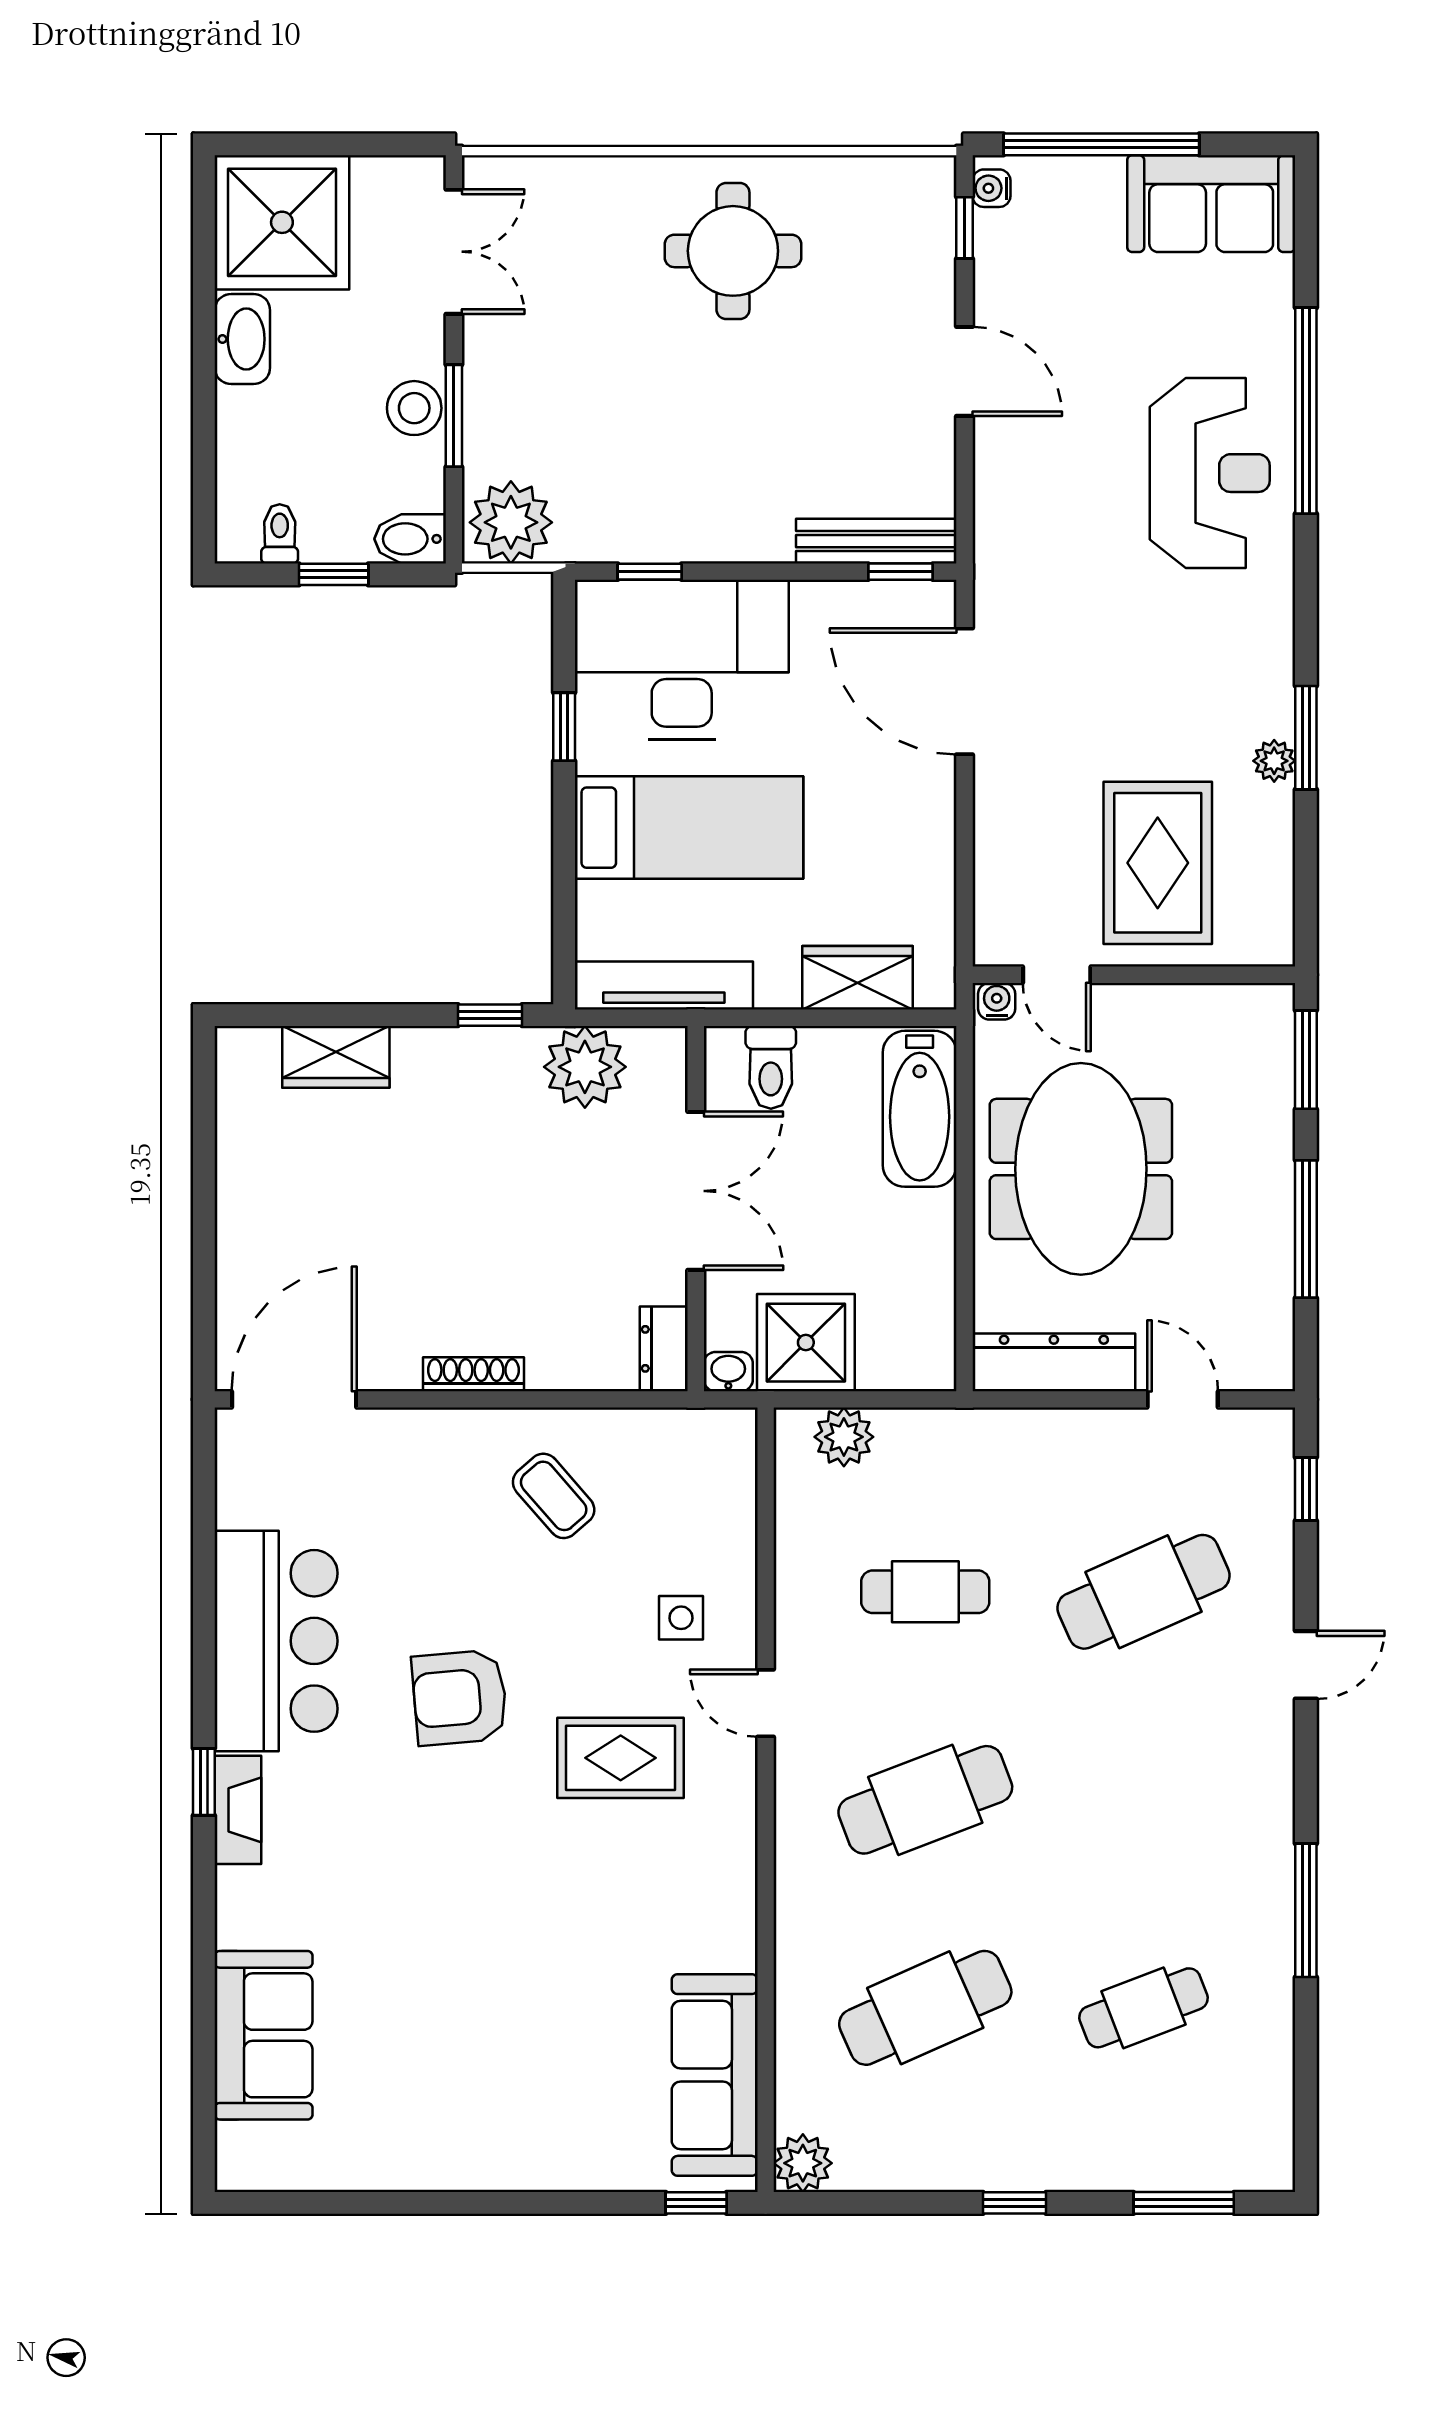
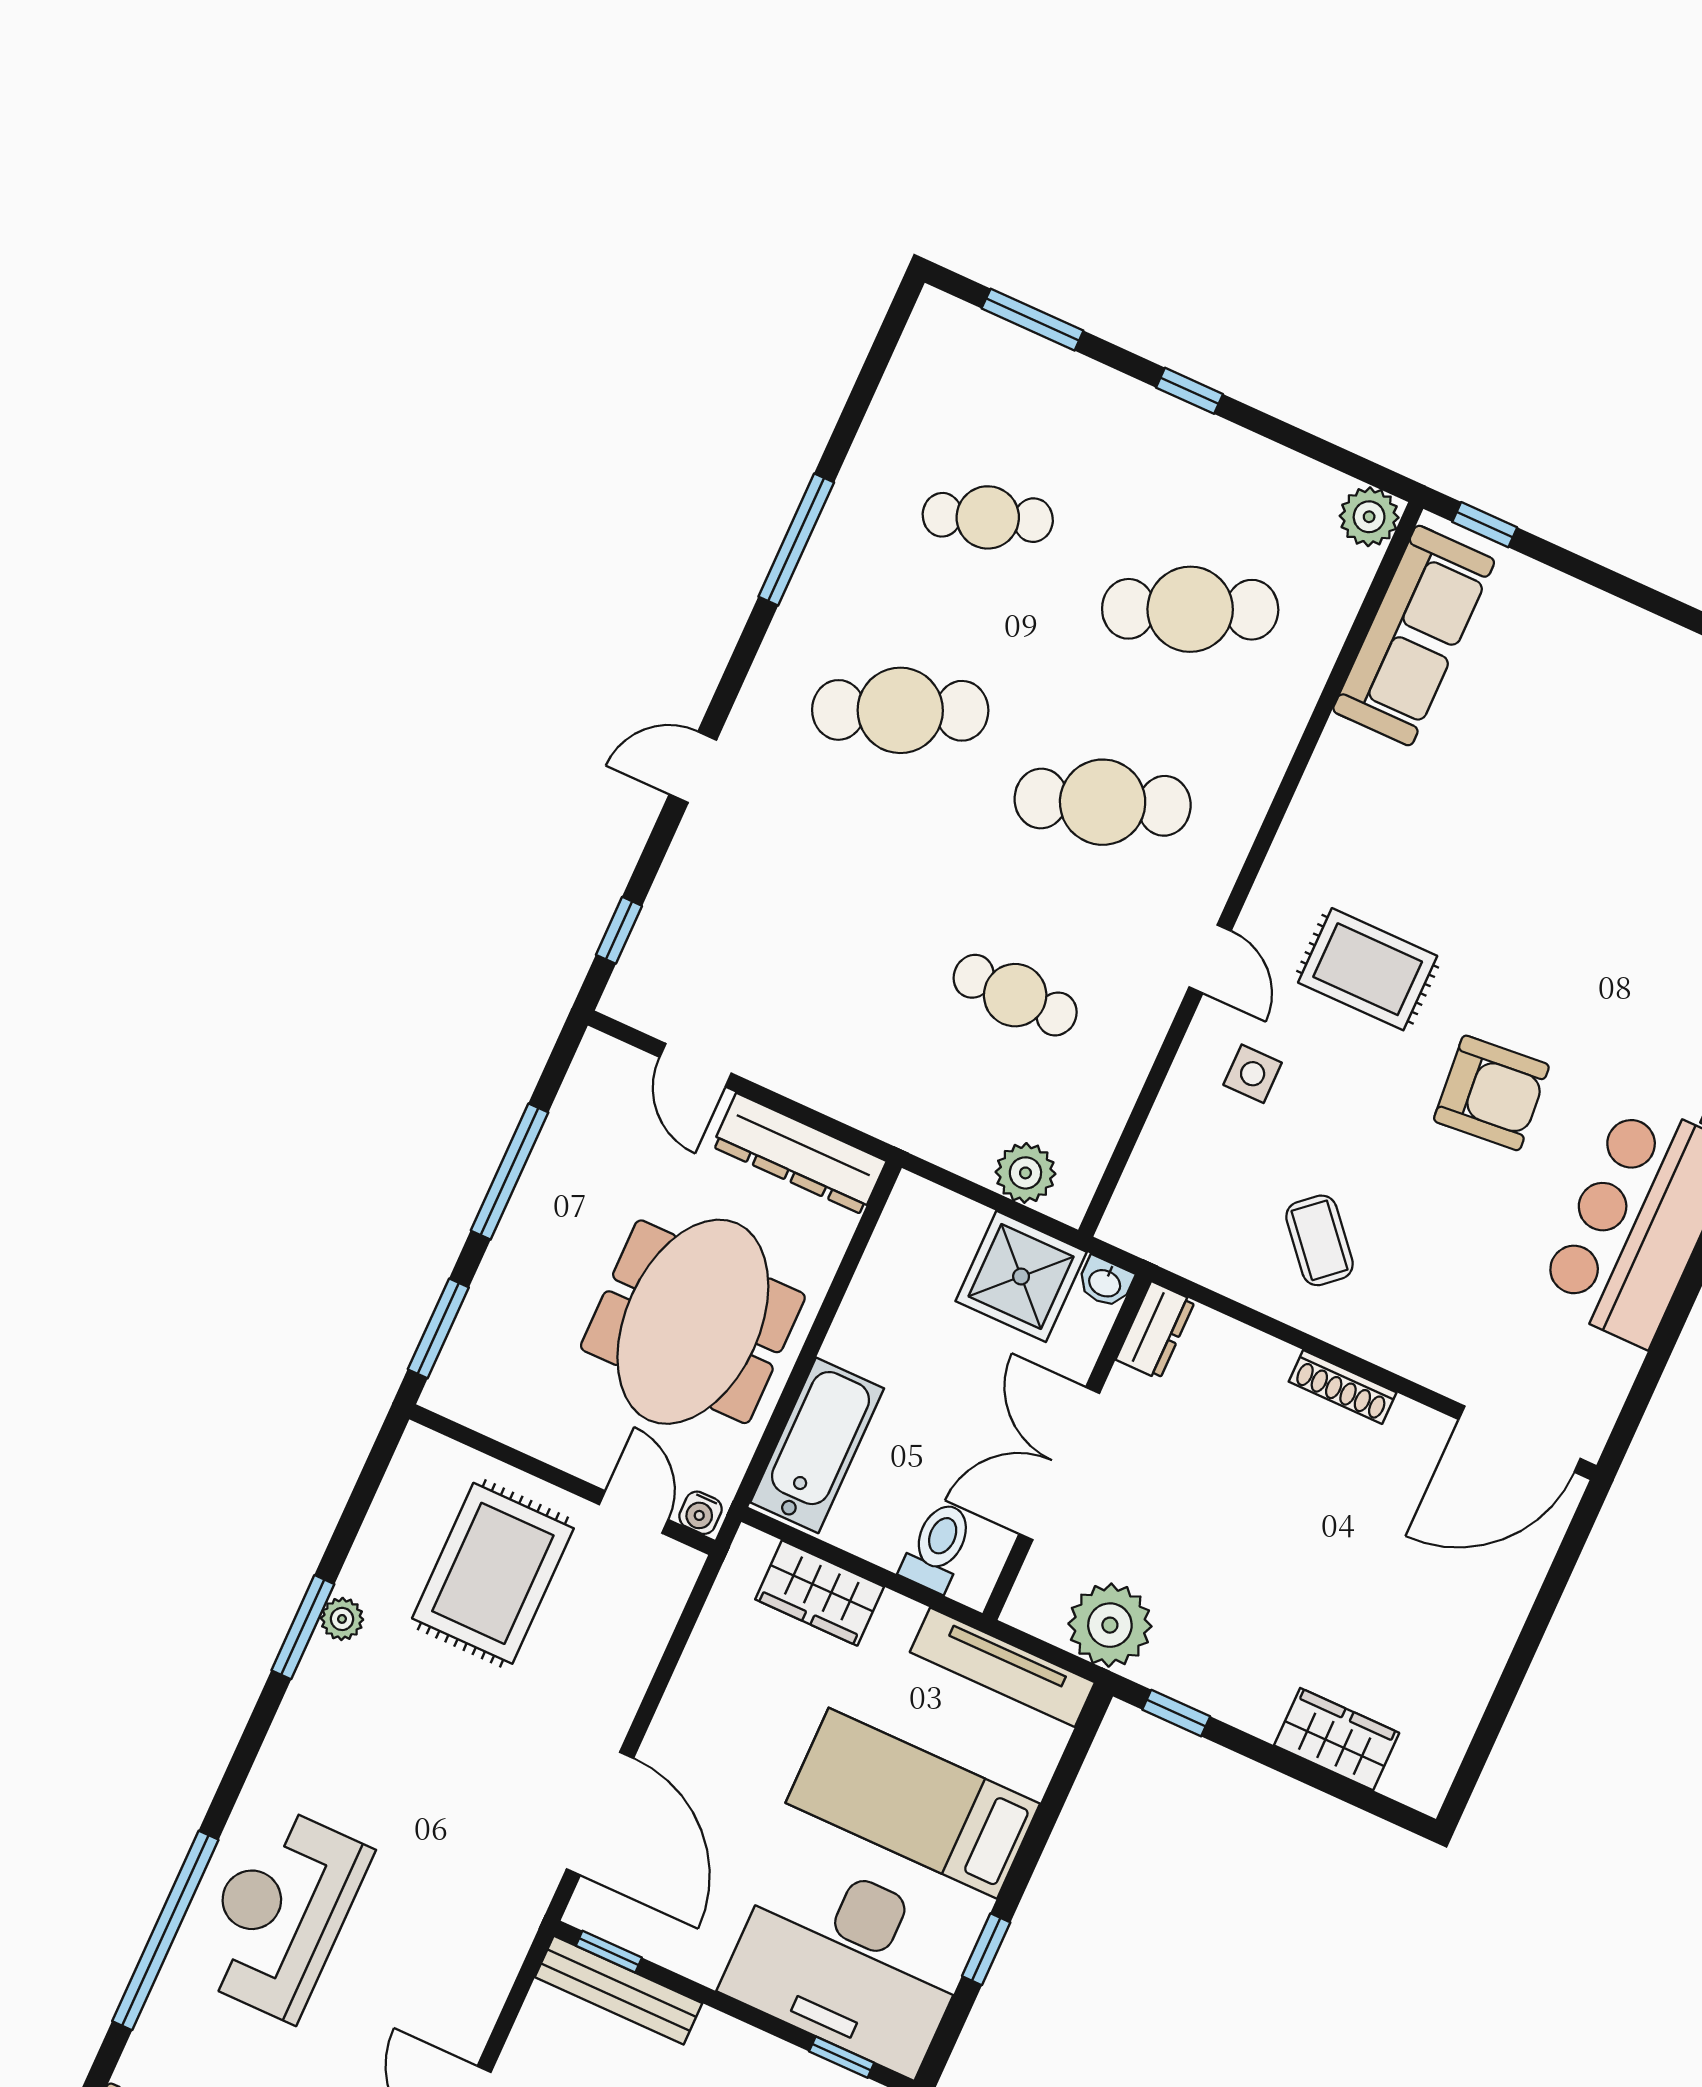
cafe table: (1144, 1592) -> (900, 710), moved

